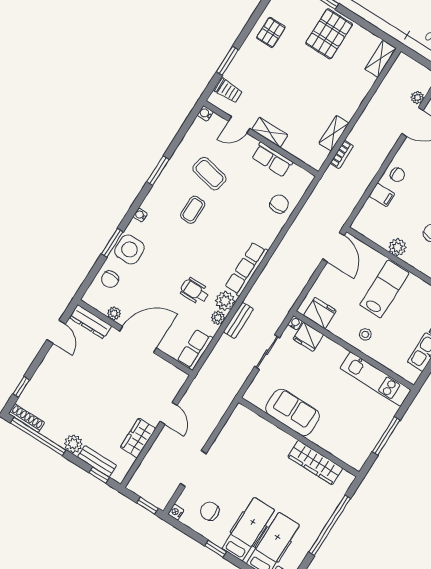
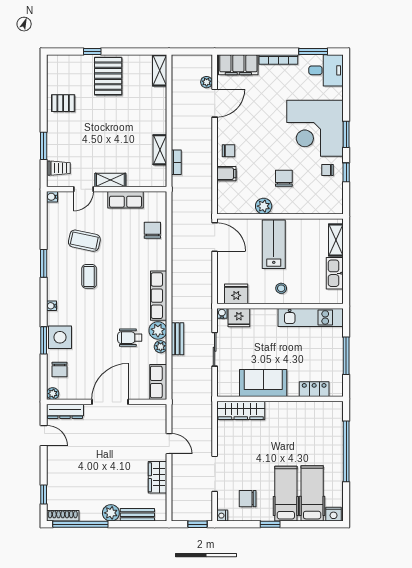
pallet: (271, 32) -> (63, 103), turned 90
plant: (114, 313) -> (53, 394), moved
locker: (337, 448) -> (314, 389), added
wardrobe: (315, 463) -> (241, 410), moved
window: (99, 475) -> (146, 524), removed

